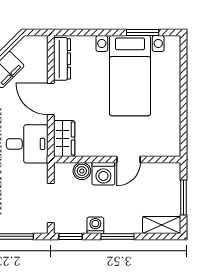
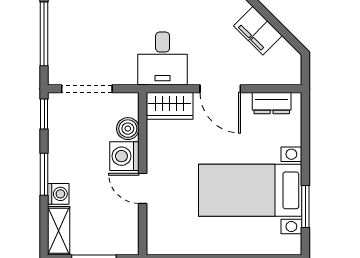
dresser: (62, 59) -> (272, 103), width x0.70
door: (51, 99) -> (220, 89), swing flipped
washing machine: (95, 225) -> (58, 194), moved

